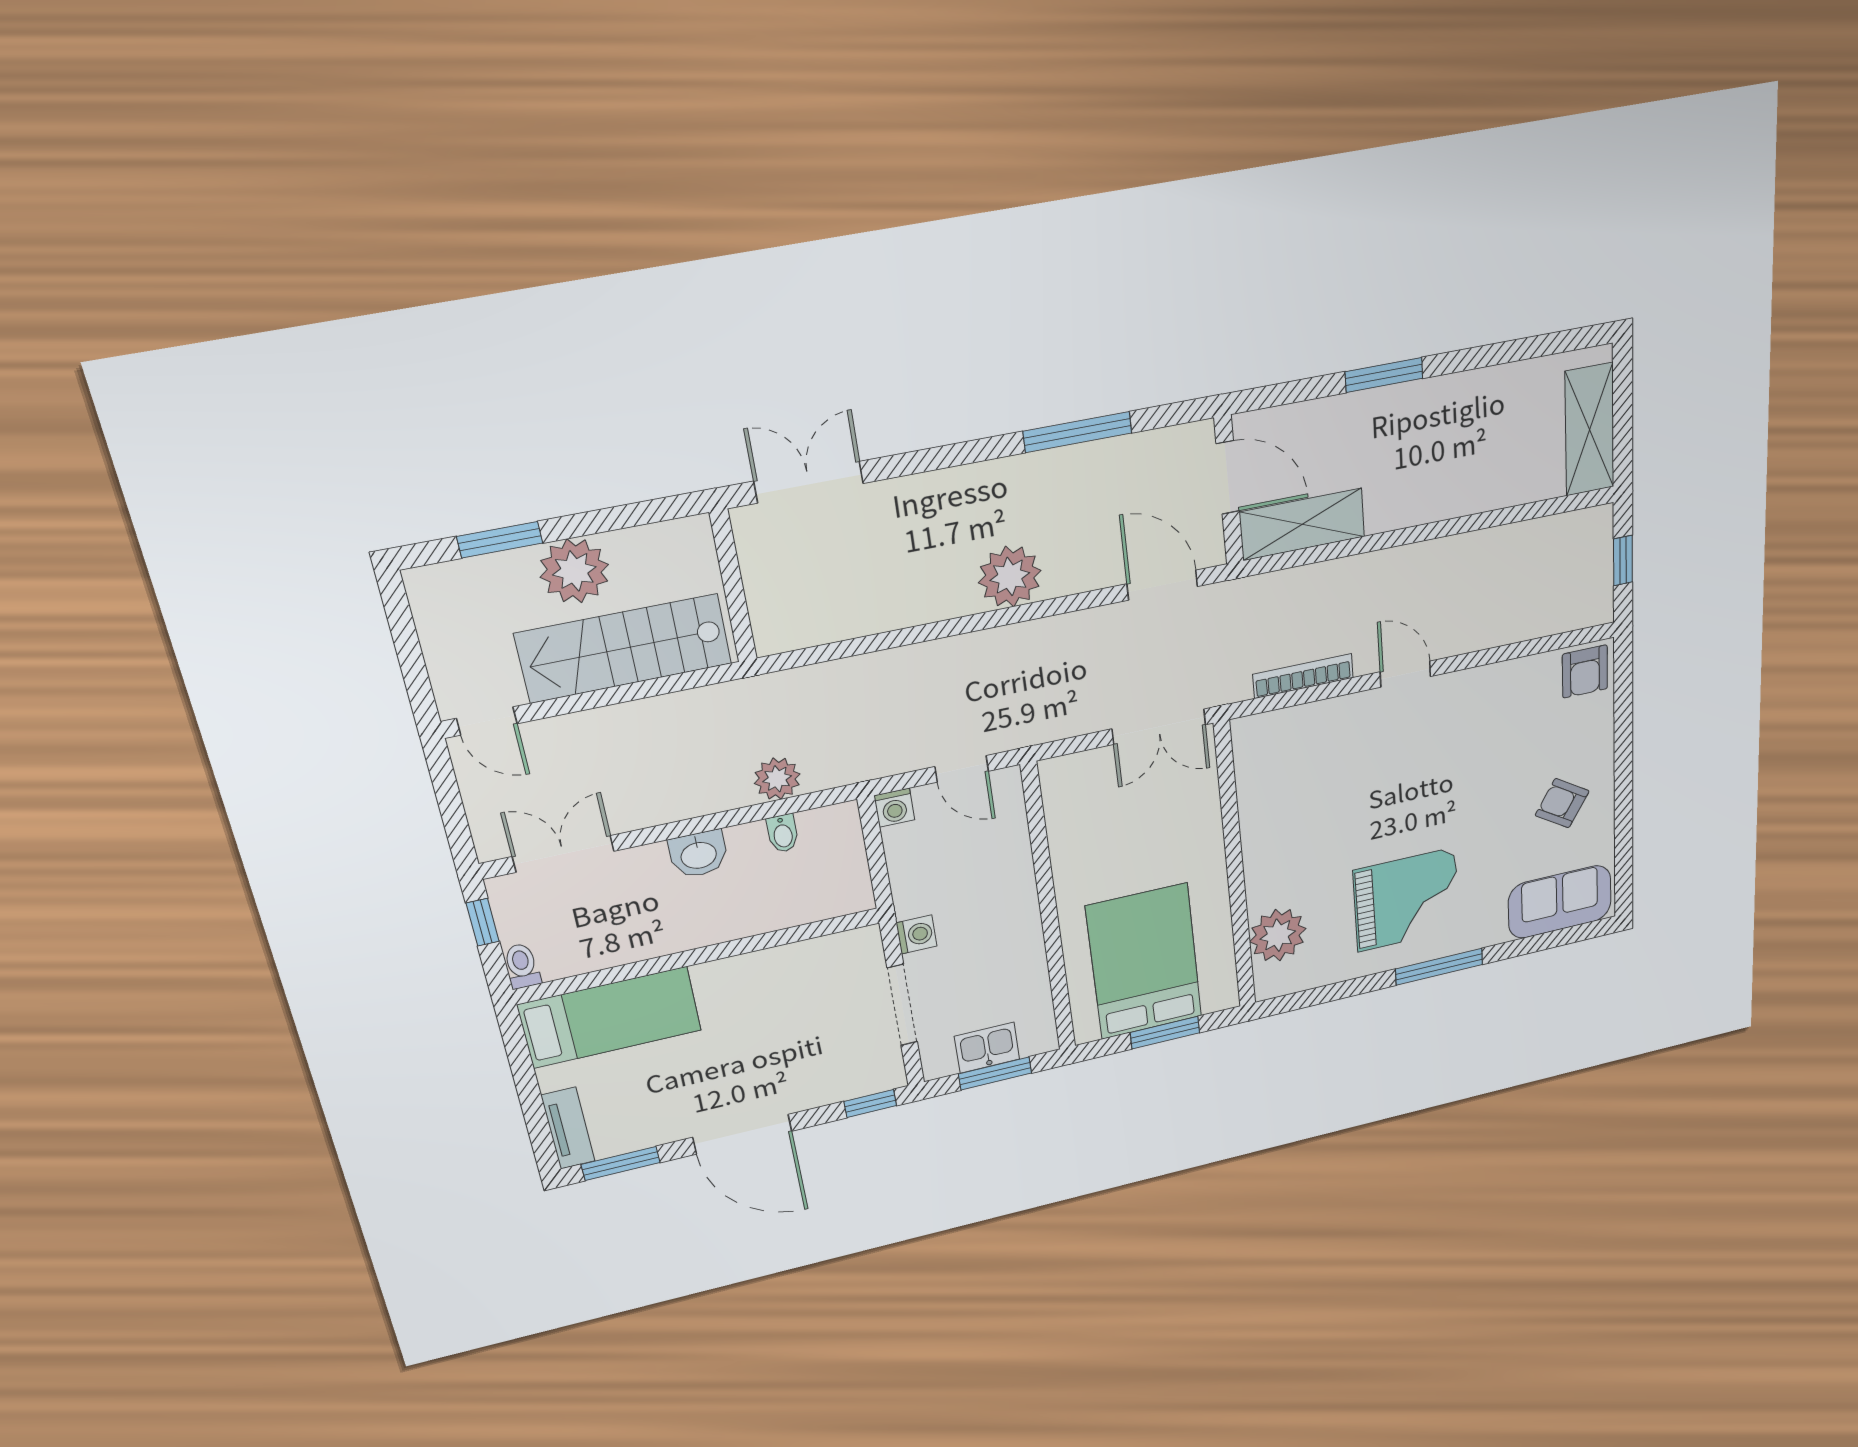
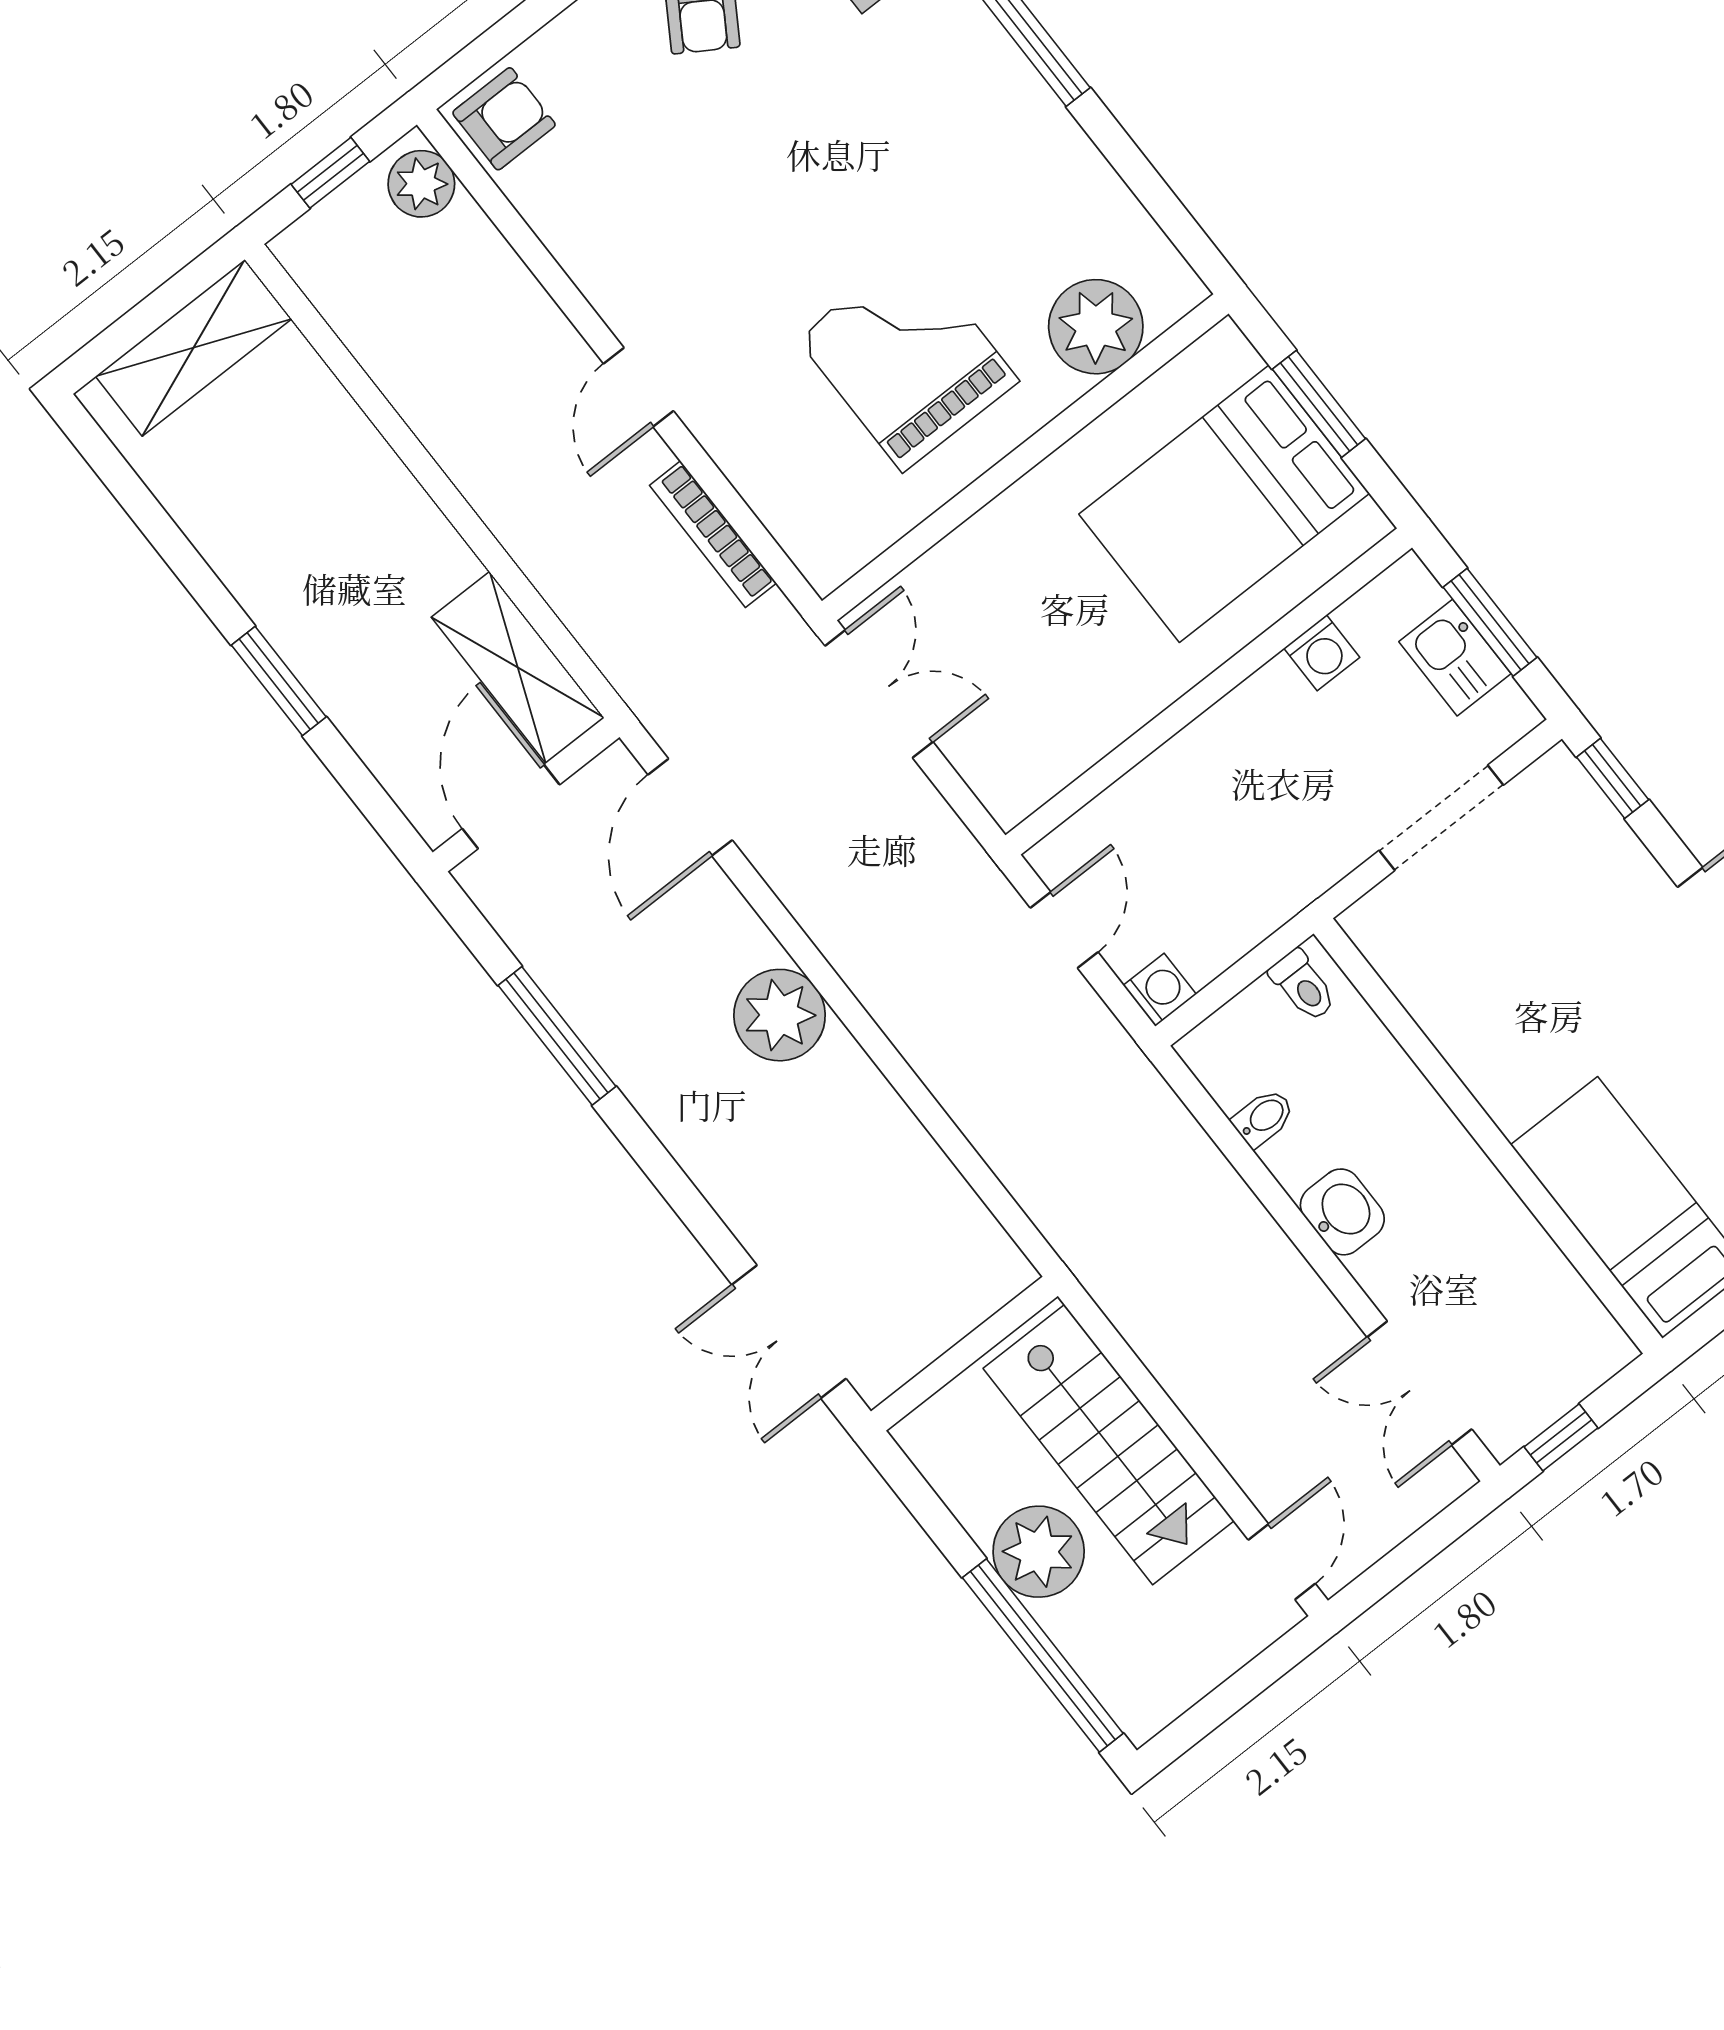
window: (500, 540) -> (1043, 1656), width x2.11
plant: (777, 779) -> (421, 184), moved
grand piano: (1406, 900) -> (908, 359), moved
washing machine: (917, 934) -> (1322, 653), moved, turned 180
toilet: (522, 966) -> (1303, 986), moved, turned -90

